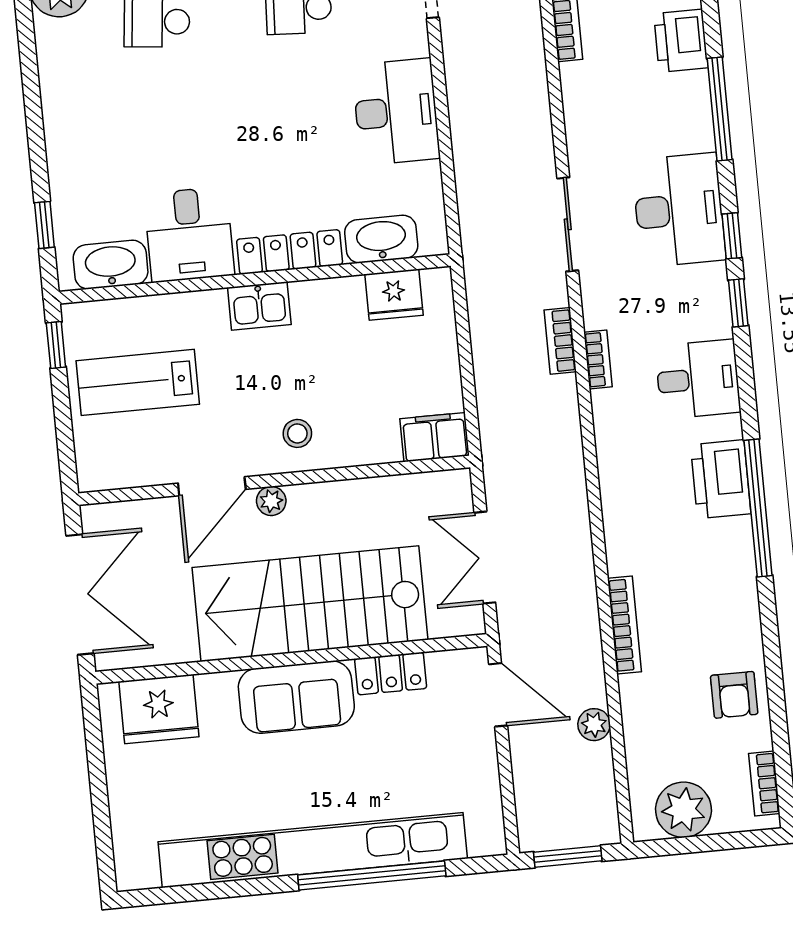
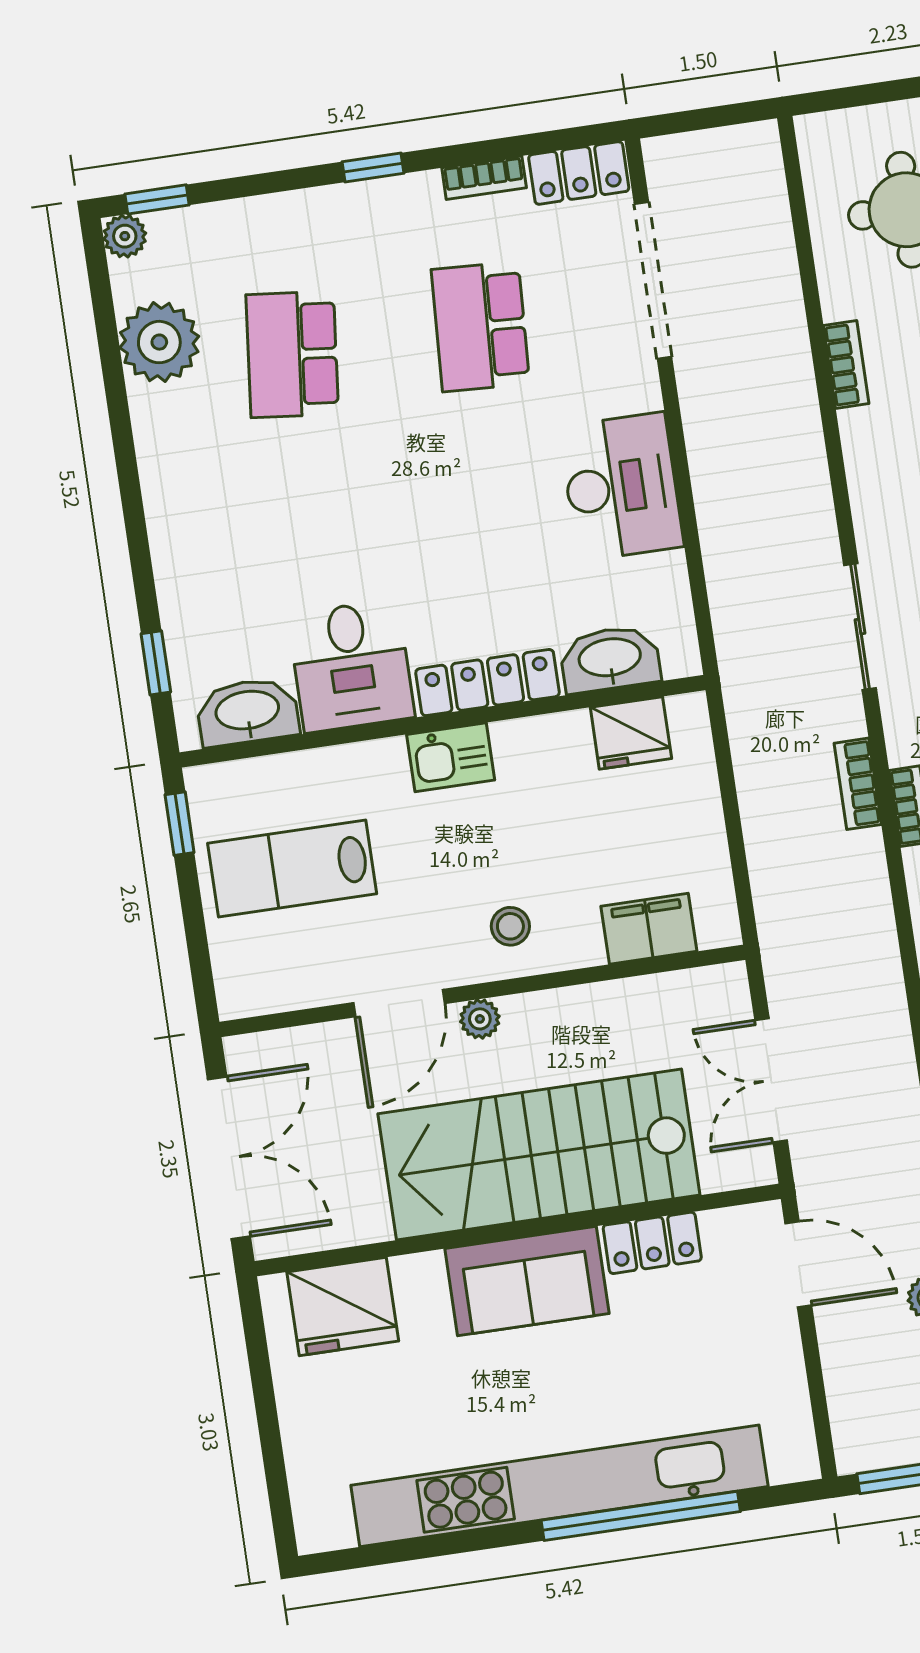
filing cabinet: (435, 437) -> (649, 929), moved

